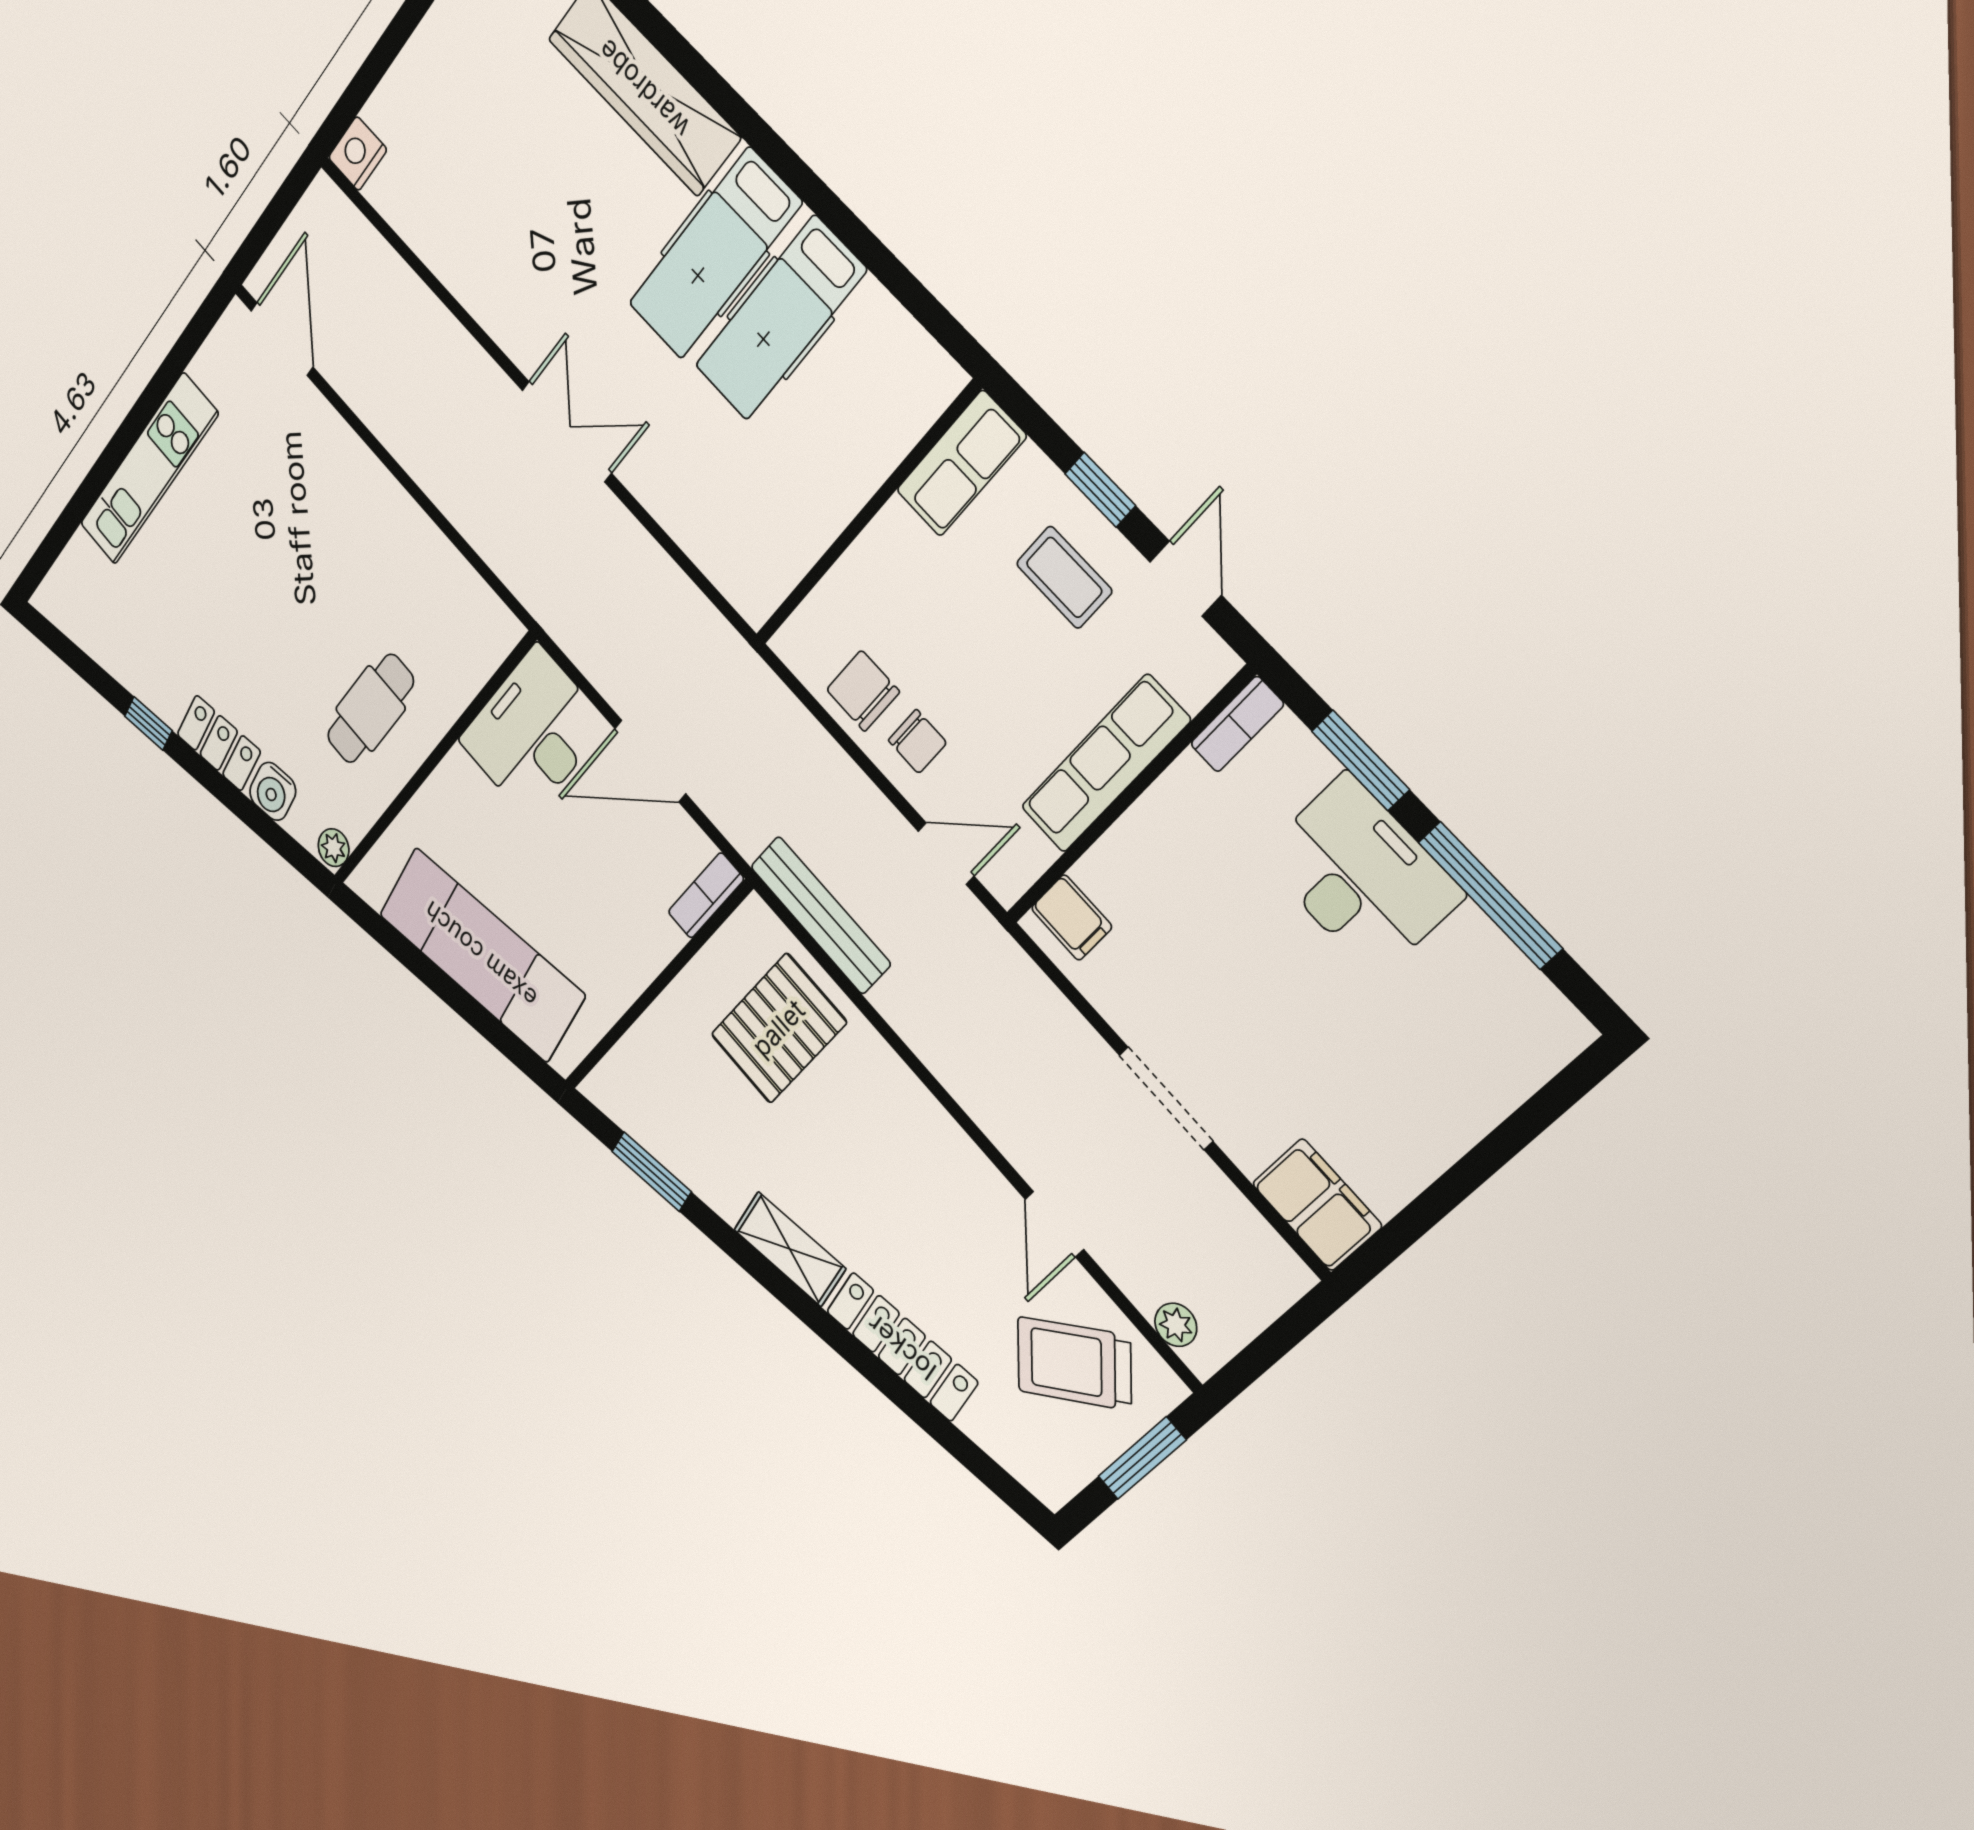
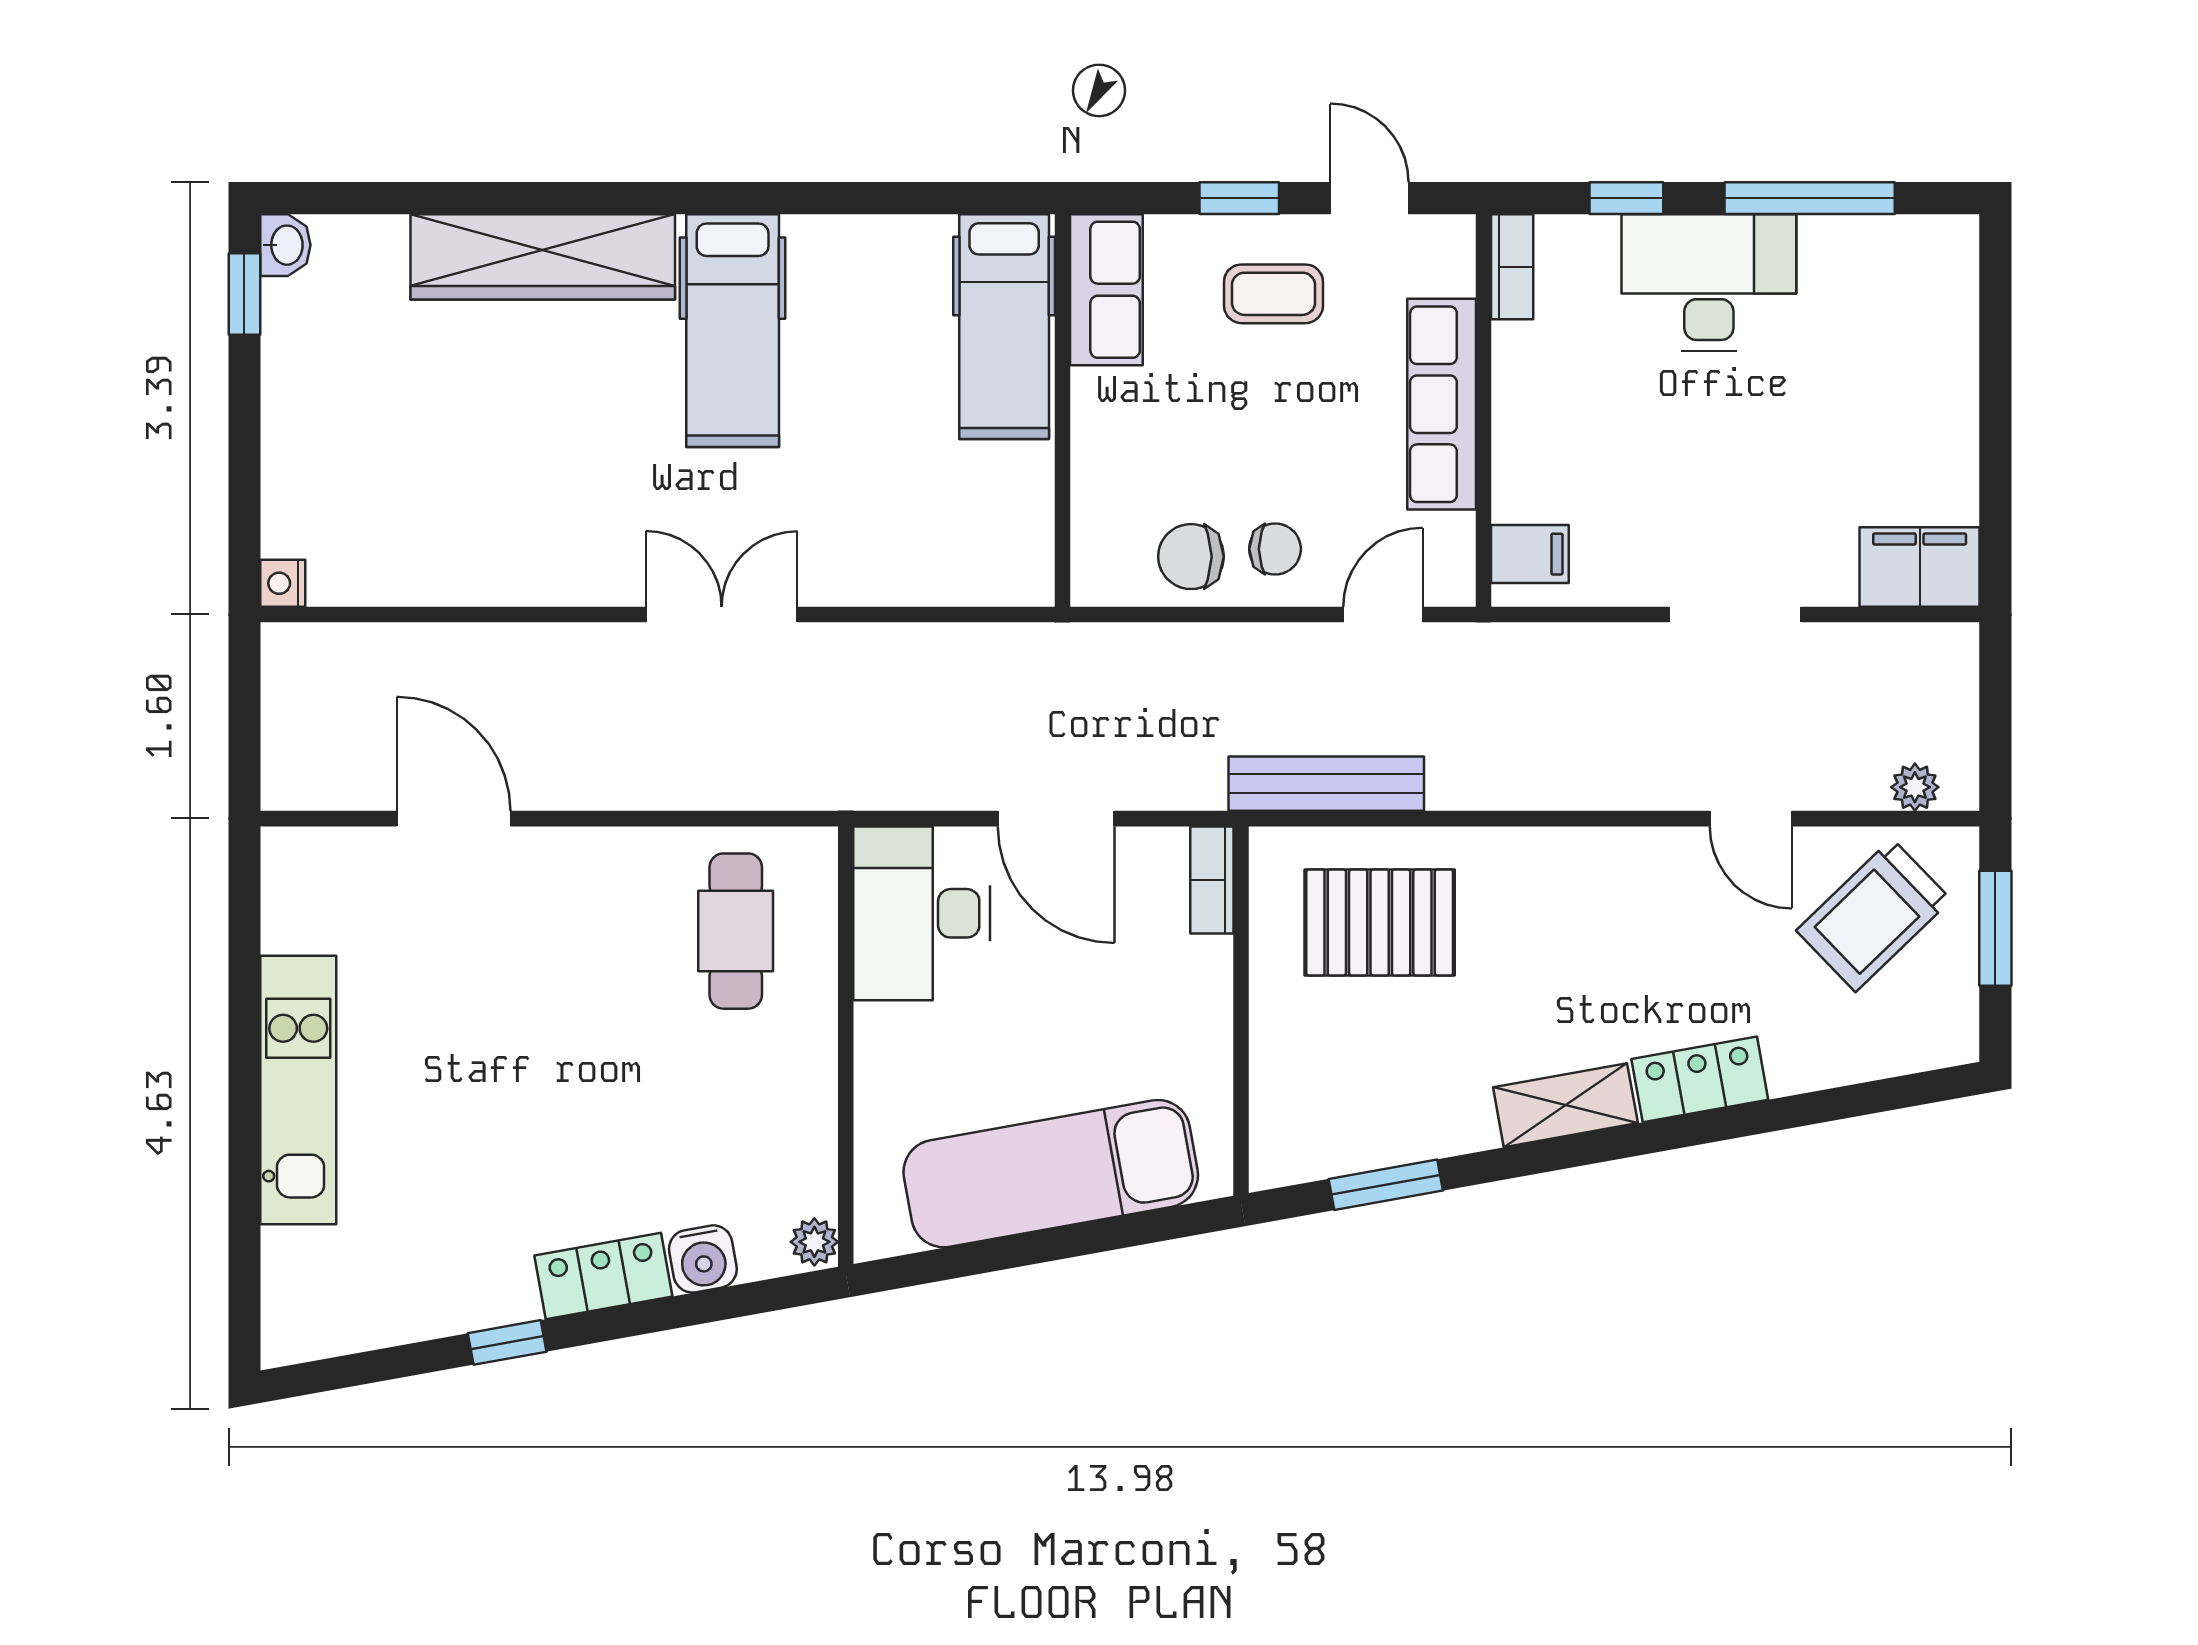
nightstand: (358, 154) -> (283, 583), width x0.72, depth x0.74
hospital bed: (780, 318) -> (1004, 327), moved
door: (282, 339) -> (454, 819), moved
cafe table: (370, 709) -> (736, 931), moved
window: (1360, 760) -> (1626, 198), width x0.67
door: (650, 761) -> (1056, 819), hinge flipped
pallet: (779, 1028) -> (1380, 923), turned 90
locker: (902, 1347) -> (1700, 1079), width x0.66

